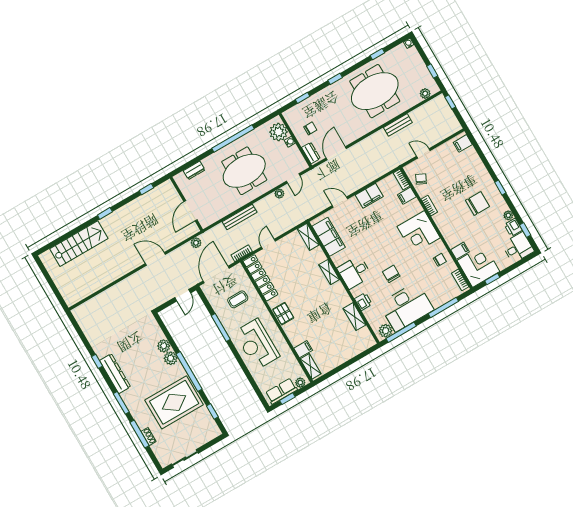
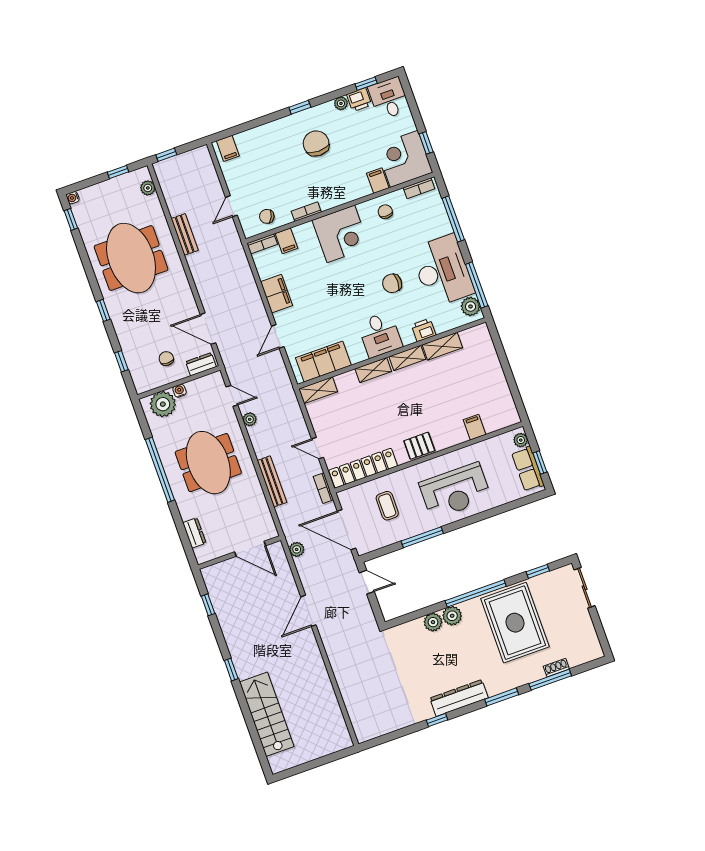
window: (377, 54) -> (71, 219), moved
shelving: (311, 366) -> (407, 358), moved
sliding door: (185, 459) -> (585, 588), moved

